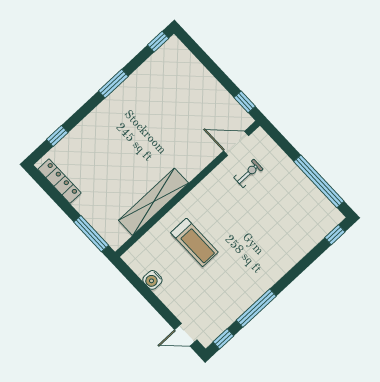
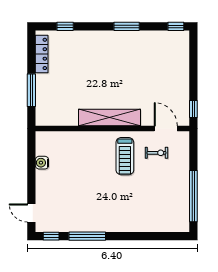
shelving: (154, 202) -> (110, 117), moved
window: (91, 234) -> (31, 90), moved
window: (335, 235) -> (173, 236), removed
treadmill: (194, 242) -> (125, 156), moved

